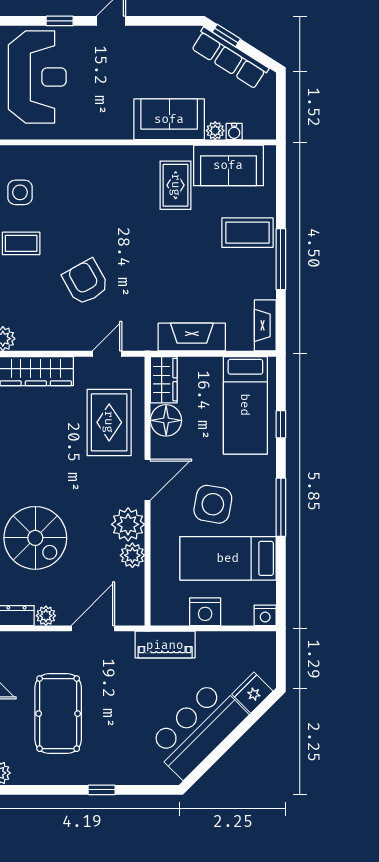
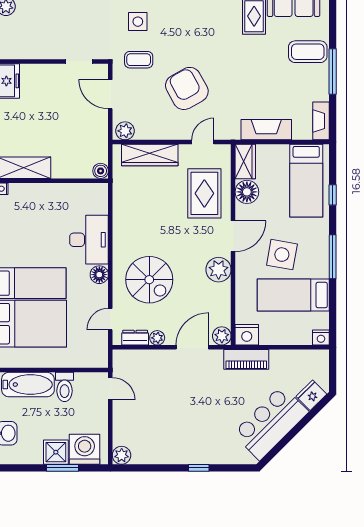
armchair: (86, 282) -> (187, 88), width x1.36, depth x1.36
plant: (132, 555) -> (222, 336), moved
nightstand: (205, 612) -> (247, 335), moved
pool table: (58, 714) -> (166, 411), removed

